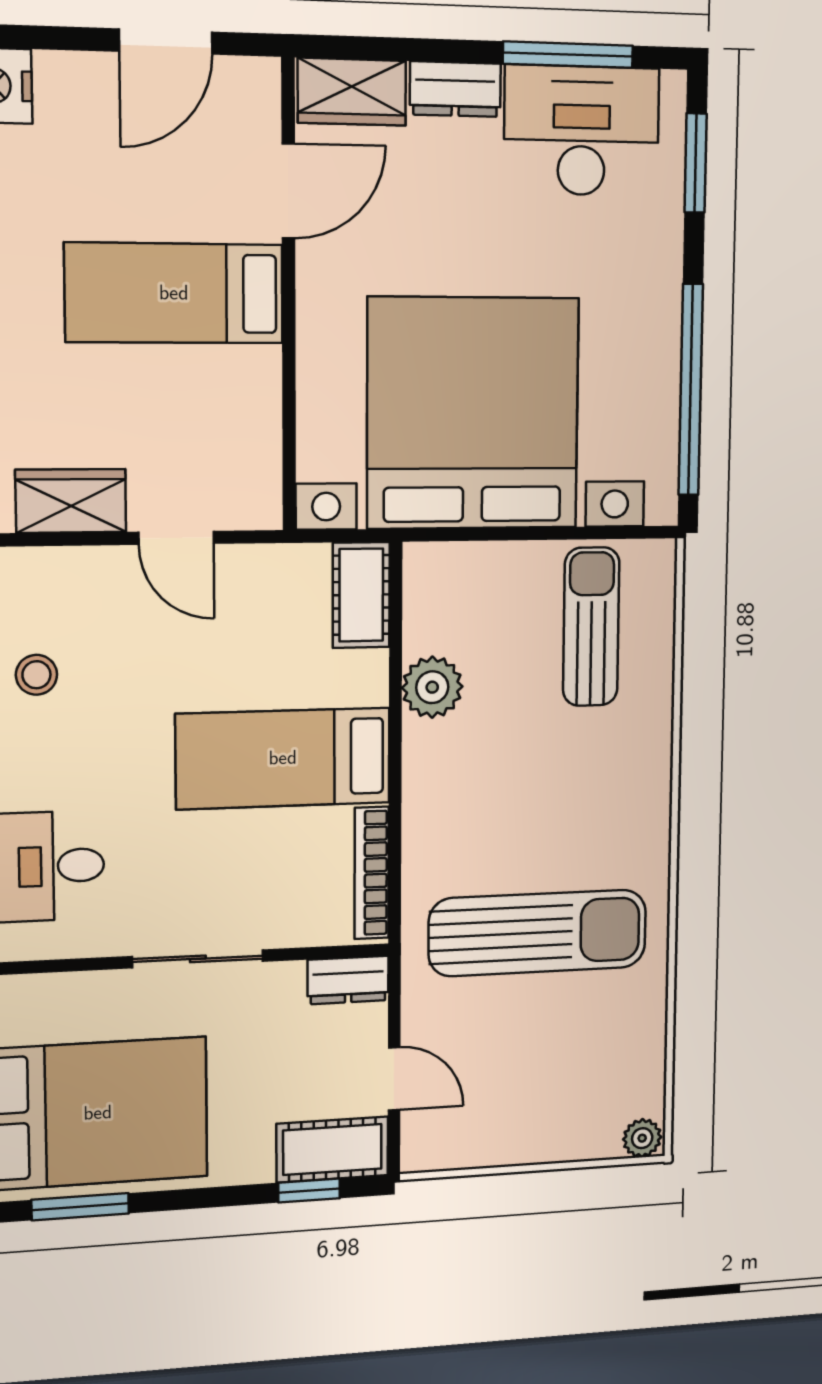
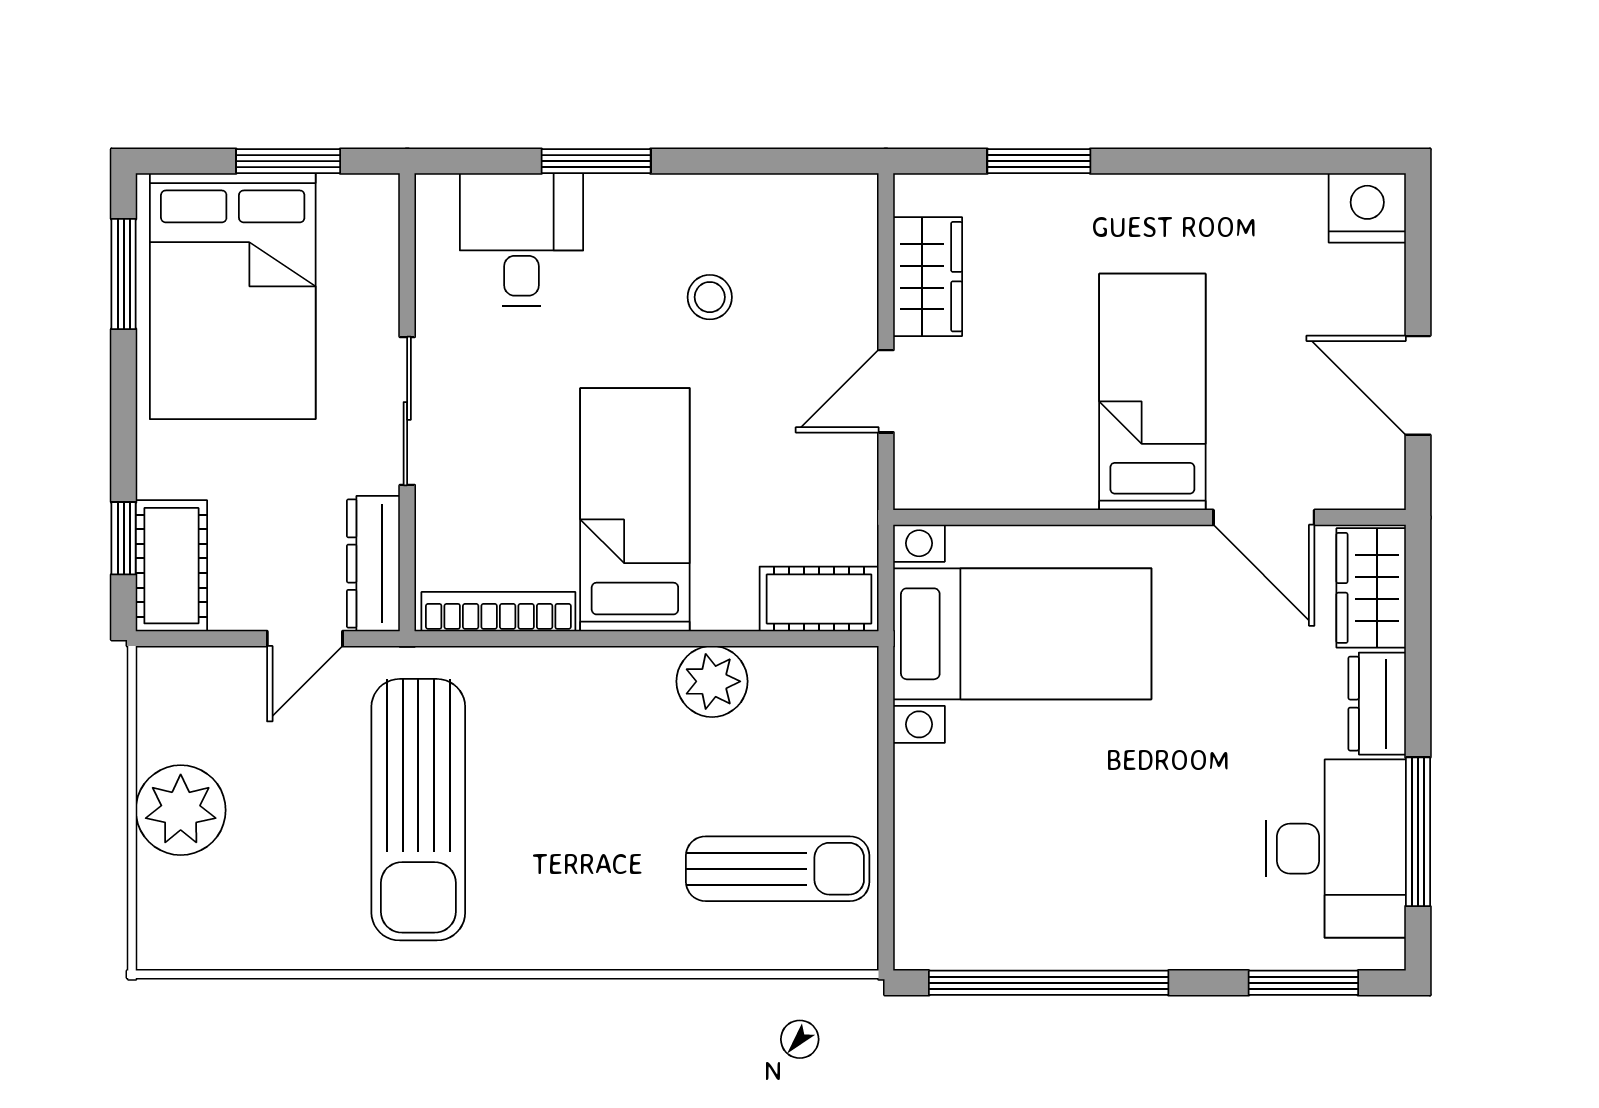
bed with nightstands: (473, 413) -> (1022, 634), width x0.54
stool: (36, 675) -> (710, 297), moved
dresser: (348, 980) -> (373, 564), width x1.44
door: (394, 1079) -> (305, 639), moved
plant: (642, 1138) -> (181, 810), moved, width x1.88, depth x1.88

